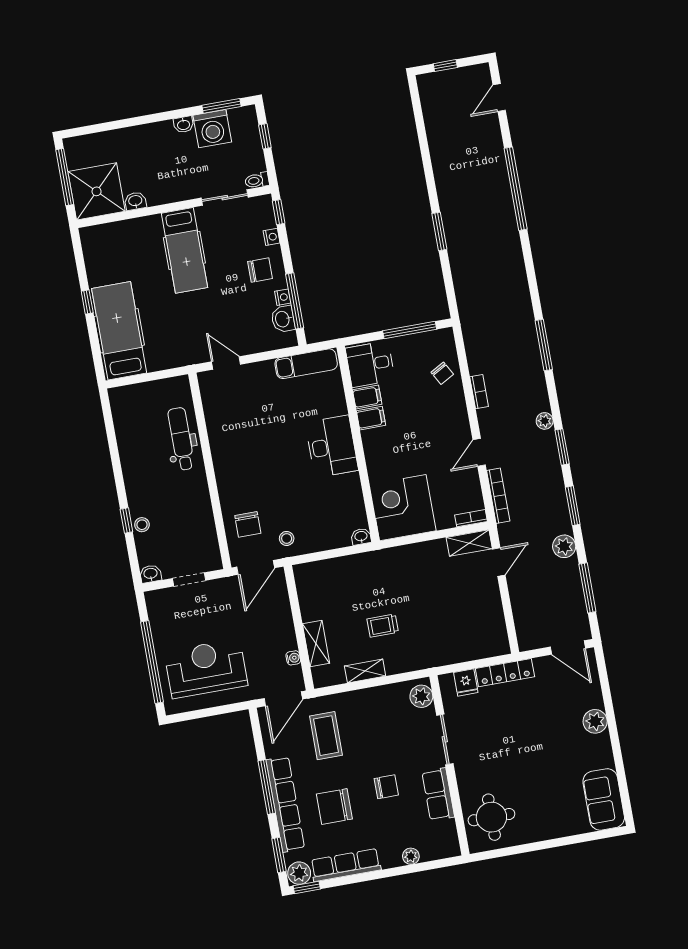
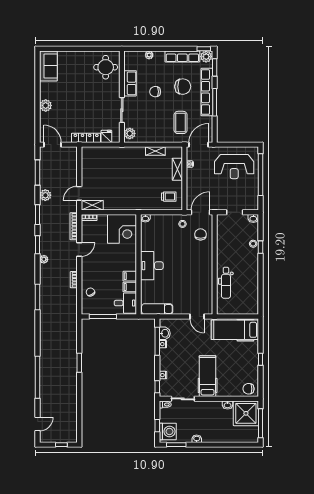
washing machine: (212, 129) -> (168, 431), moved, turned 90
chair: (260, 270) -> (248, 389), moved
hospital bed: (119, 331) -> (235, 330), moved, turned 90
trolley: (383, 626) -> (169, 197), moved

